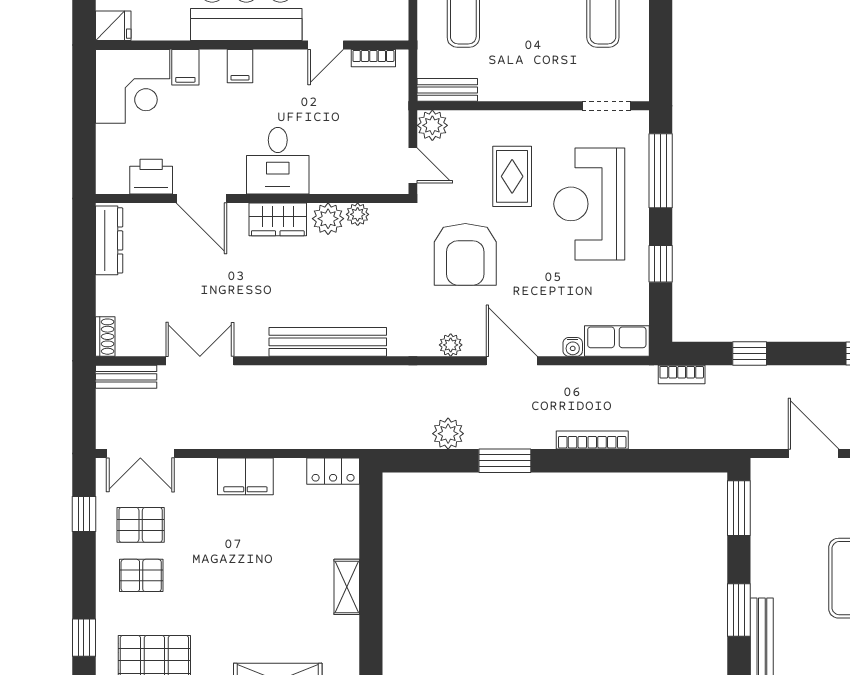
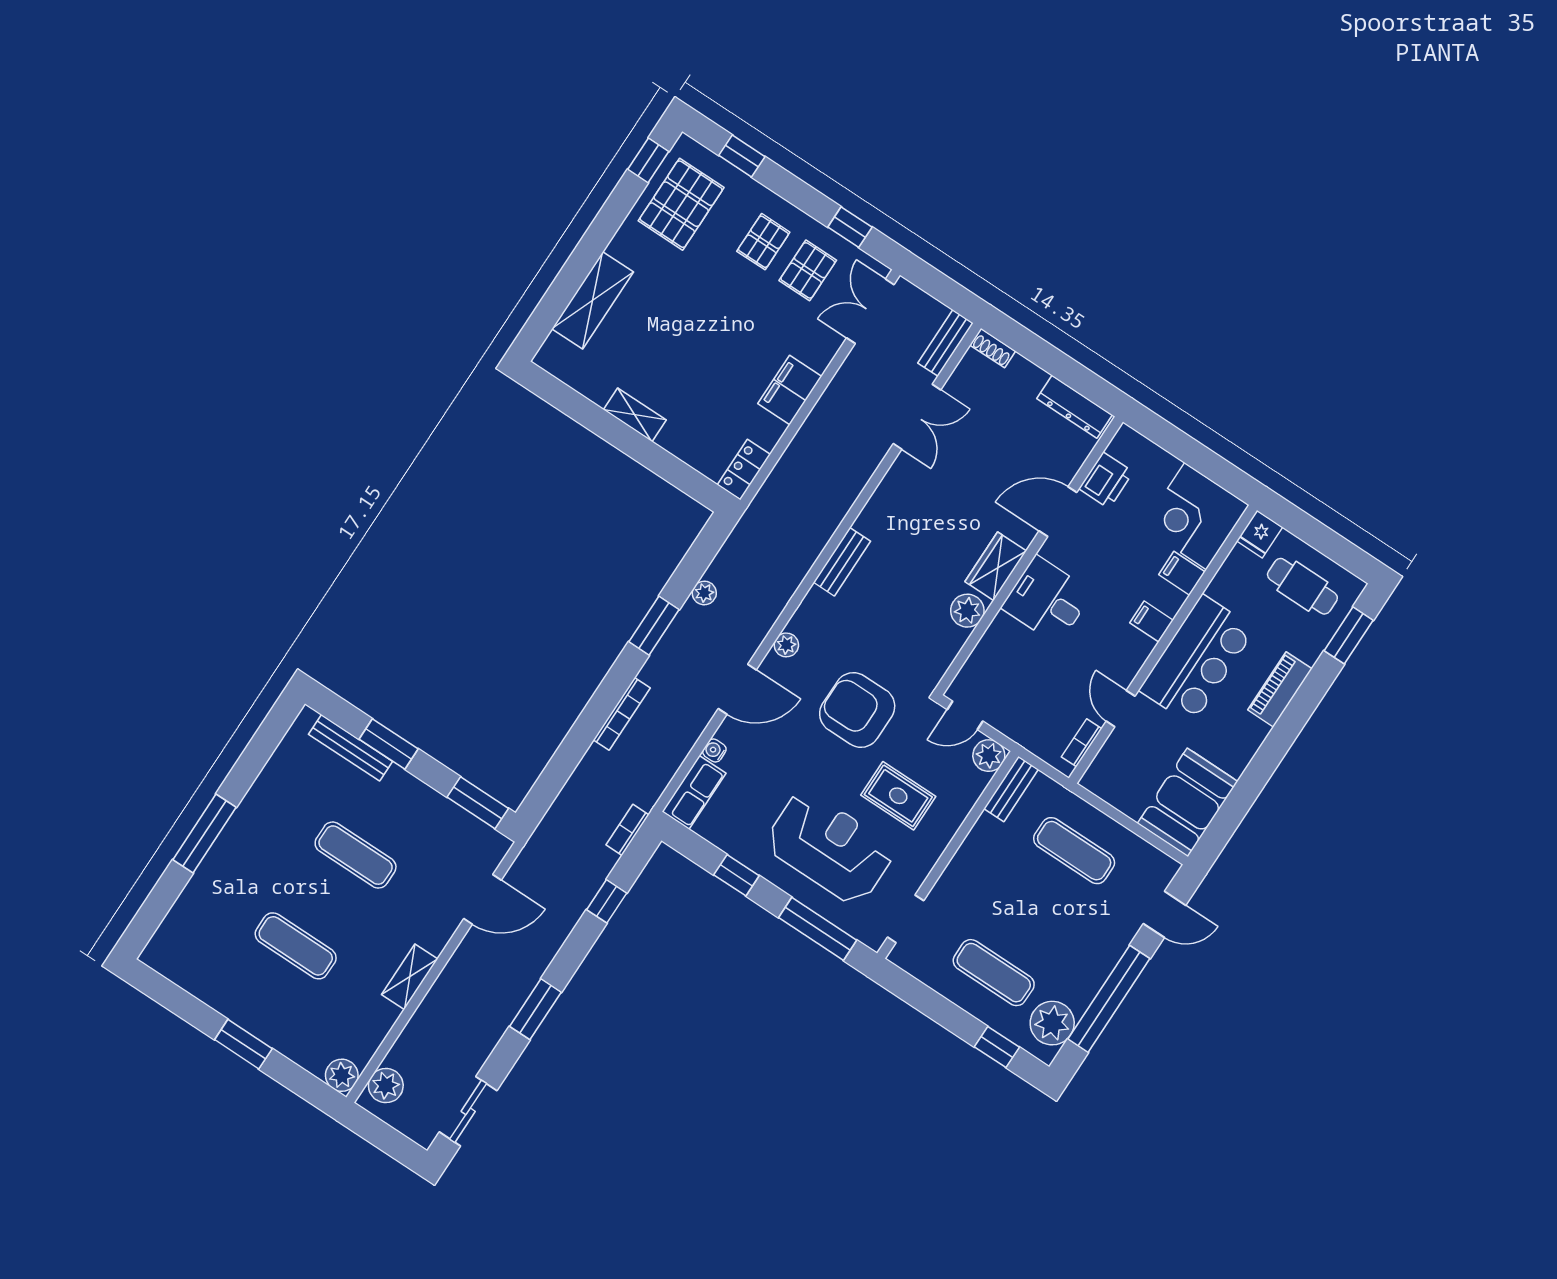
plant: (358, 214) -> (954, 639), removed
bench: (328, 342) -> (842, 562), width x0.54, depth x0.82
plant: (448, 434) -> (704, 593), width x0.73, depth x0.73

